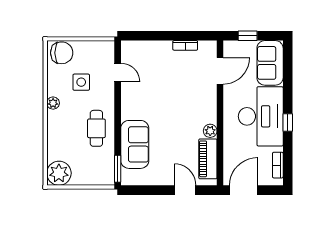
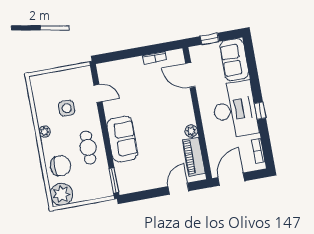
chair: (62, 53) -> (60, 166), moved
door: (220, 71) -> (190, 75), swing flipped
sofa: (135, 144) -> (122, 139), moved
door: (185, 190) -> (178, 189), hinge flipped

